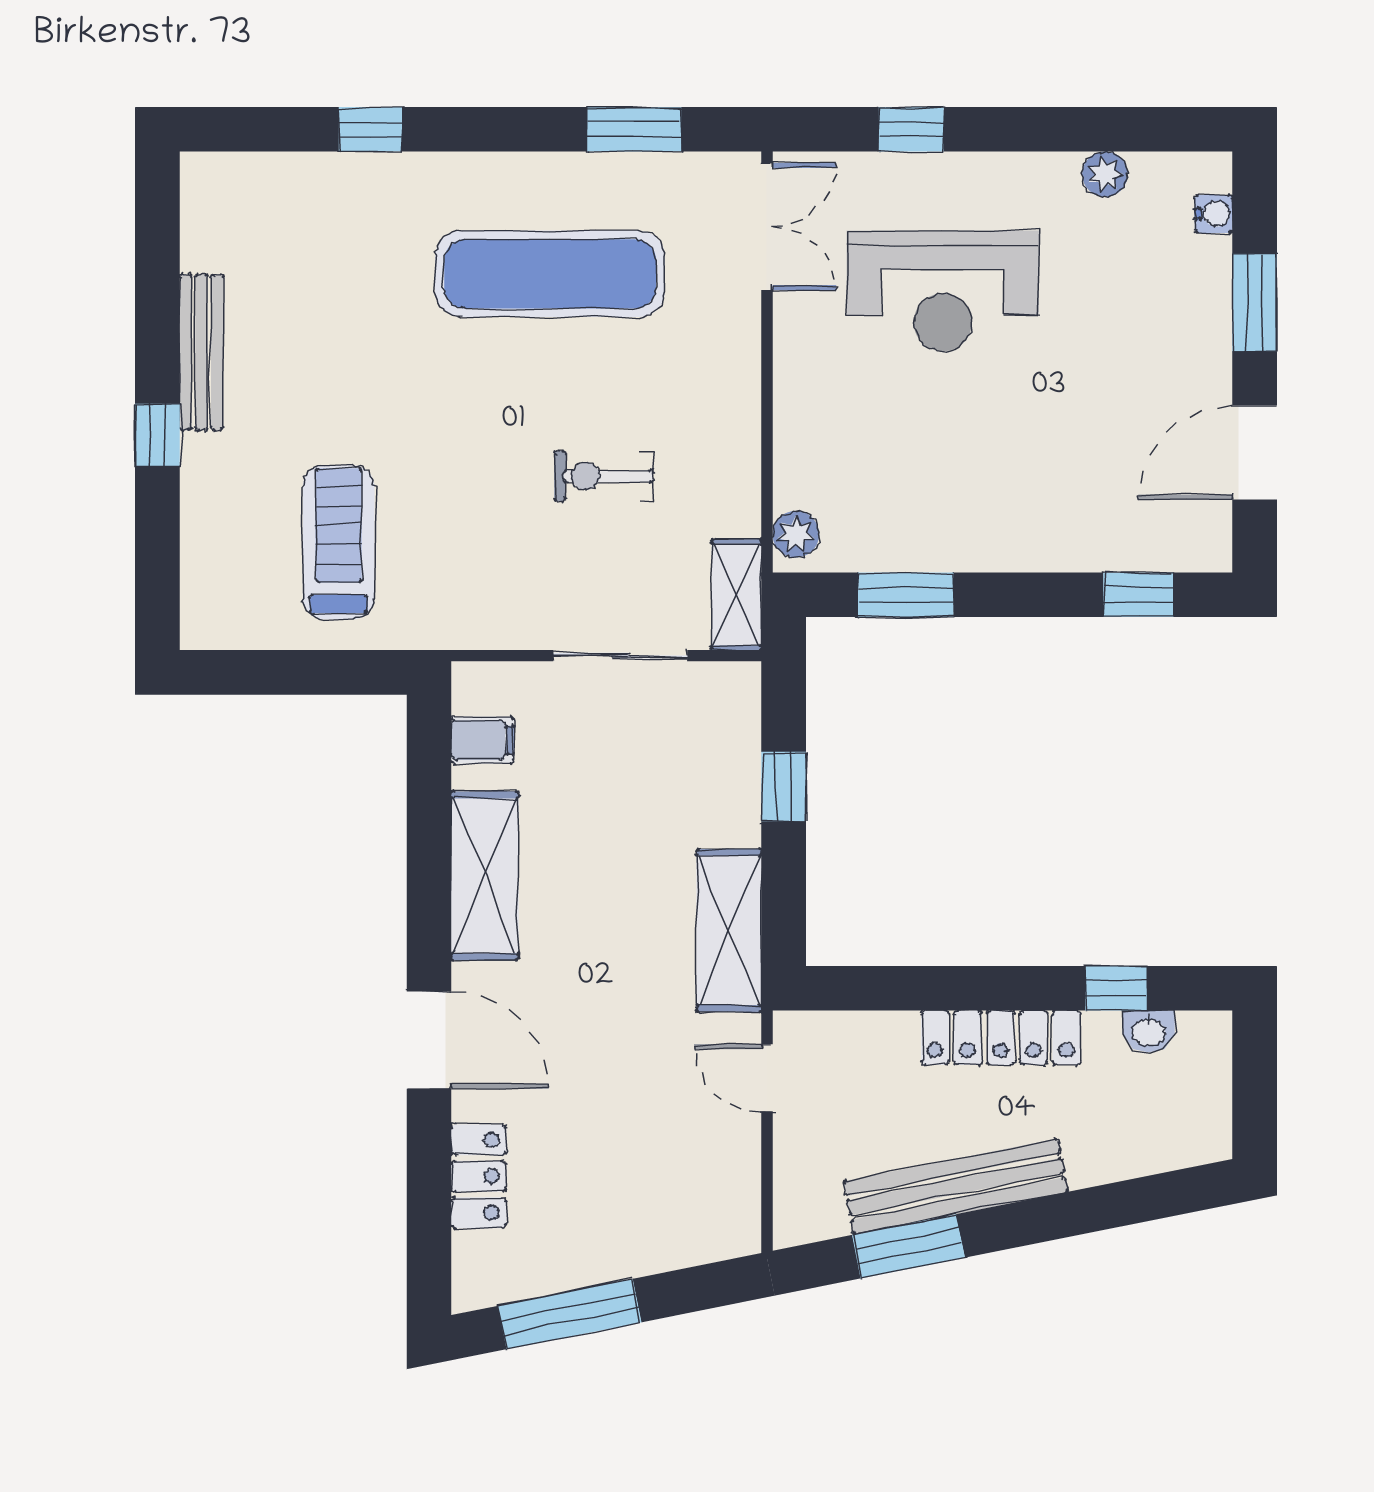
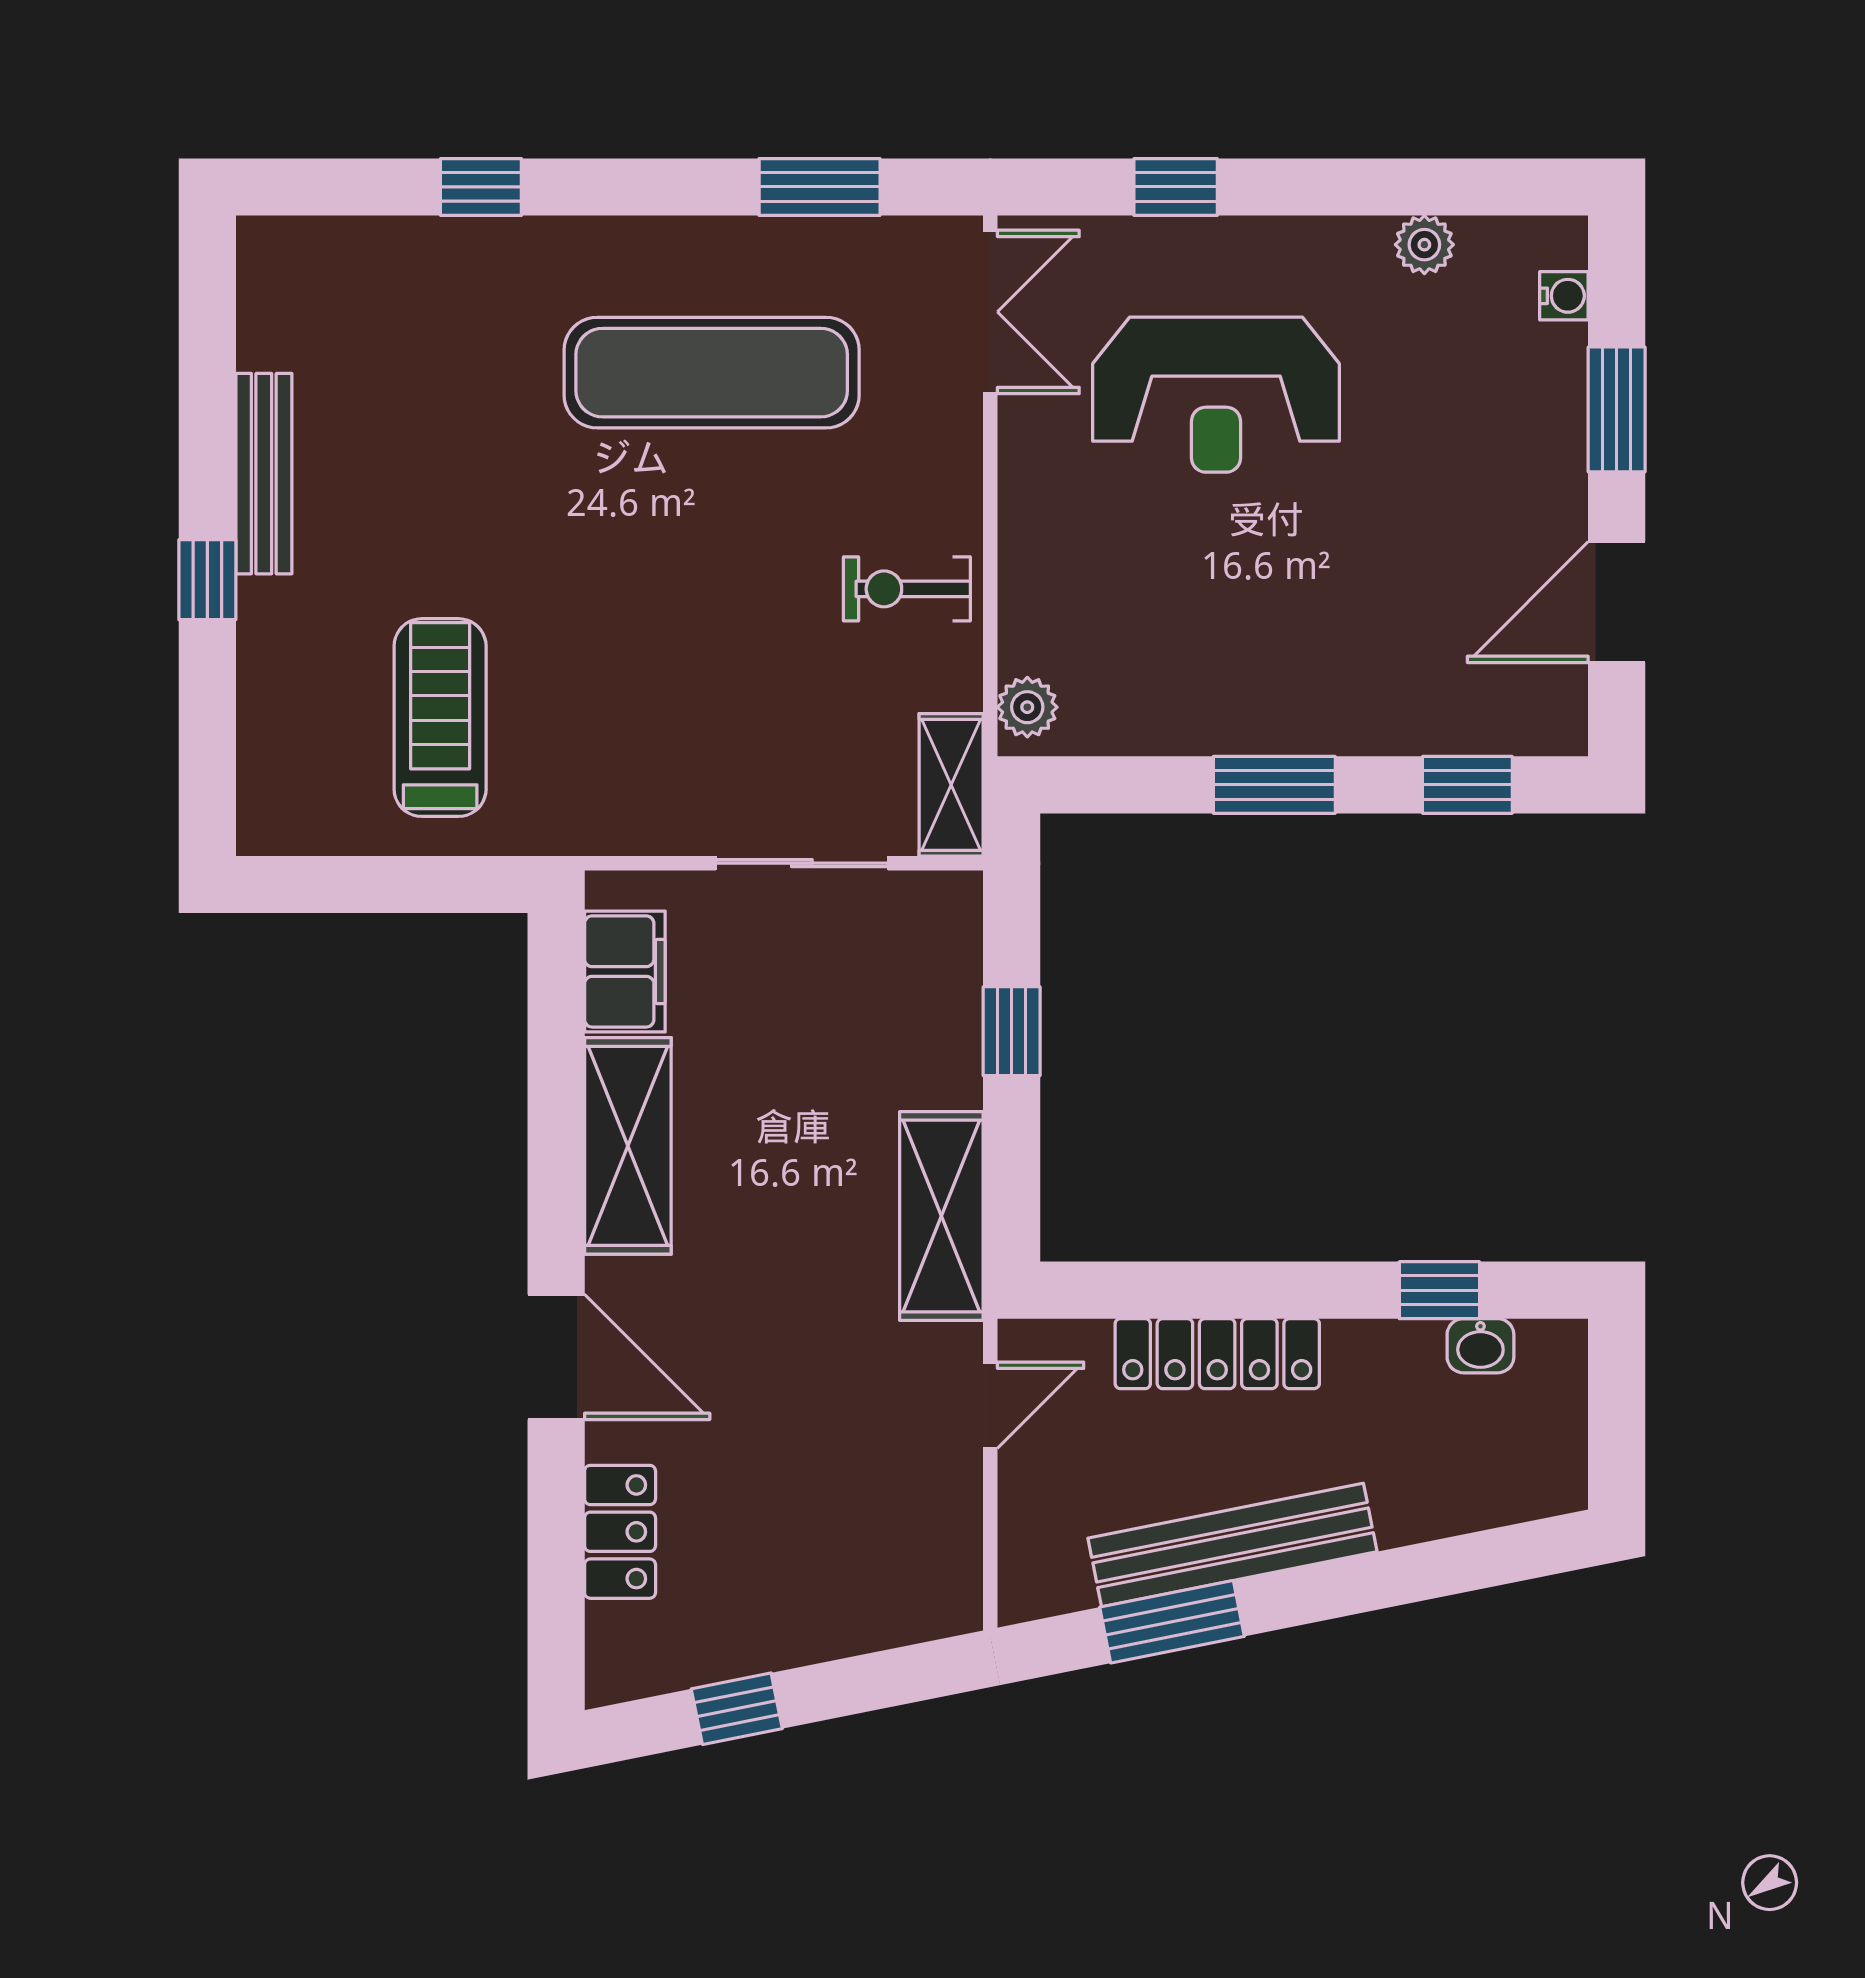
exercise bike: (603, 476) -> (907, 589), moved
window: (906, 595) -> (1274, 785), moved
filing cabinet: (482, 740) -> (625, 971), width x2.00
locker: (1001, 1038) -> (1217, 1354), moved
door: (767, 1078) -> (990, 1405), swing flipped
window: (570, 1314) -> (737, 1709), width x0.46

